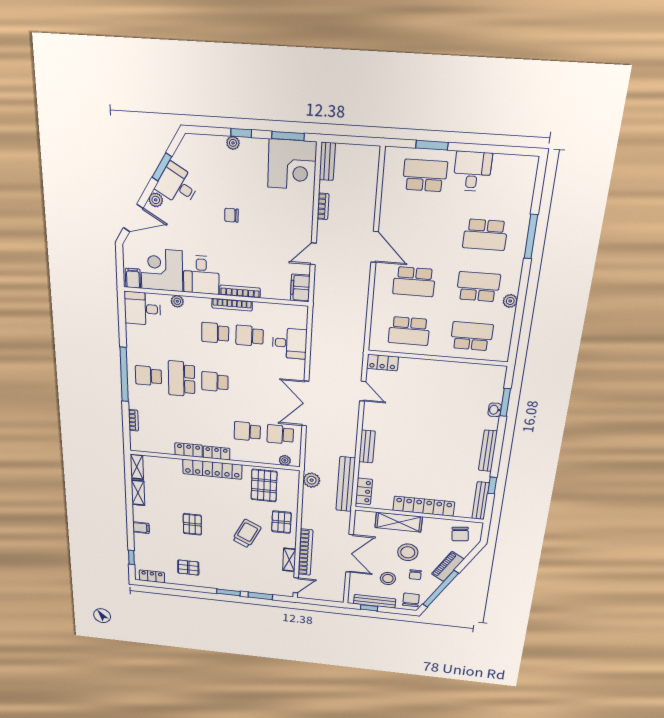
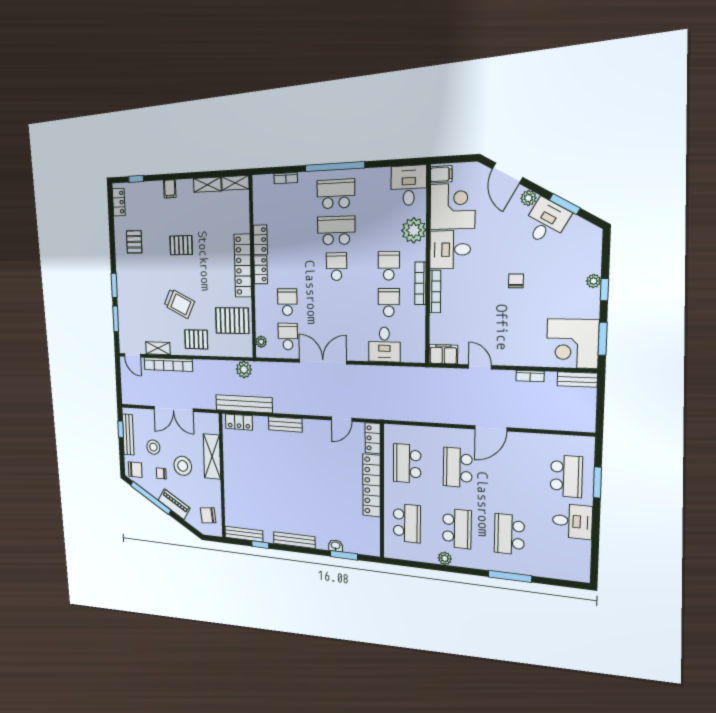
plant: (177, 301) -> (414, 230), width x1.87, depth x1.87
school desk: (148, 376) -> (336, 194), width x1.85
locker: (424, 506) -> (372, 485), moved, turned 180

